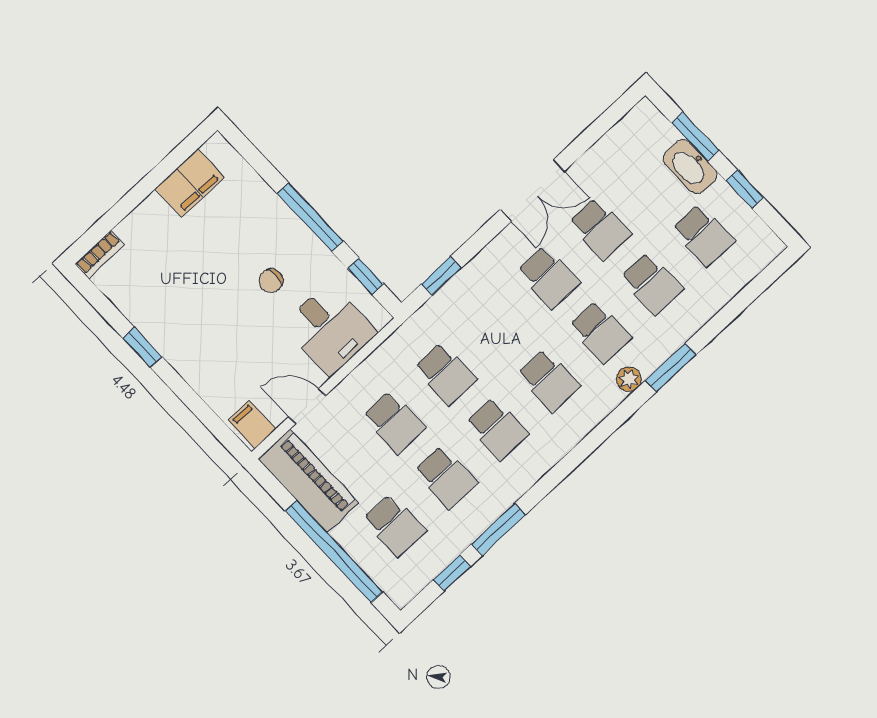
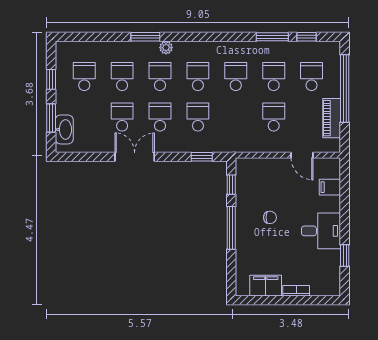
washbasin: (690, 166) -> (64, 129), moved
bookcase: (100, 254) -> (296, 291), moved
desk: (330, 329) -> (321, 231), moved, turned 90
window: (142, 347) -> (345, 256), moved
school desk: (446, 374) -> (198, 117), moved
filing cabinet: (252, 425) -> (330, 187), moved, turned 90
piano: (309, 481) -> (332, 118), width x0.73, depth x0.75

